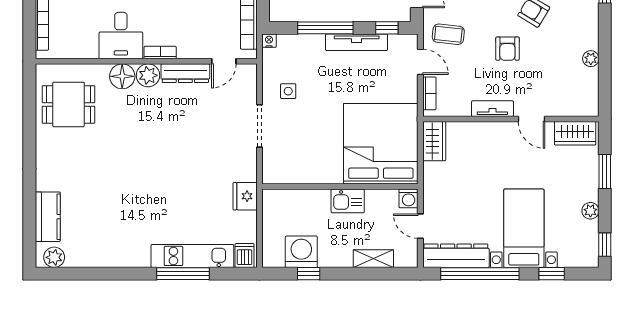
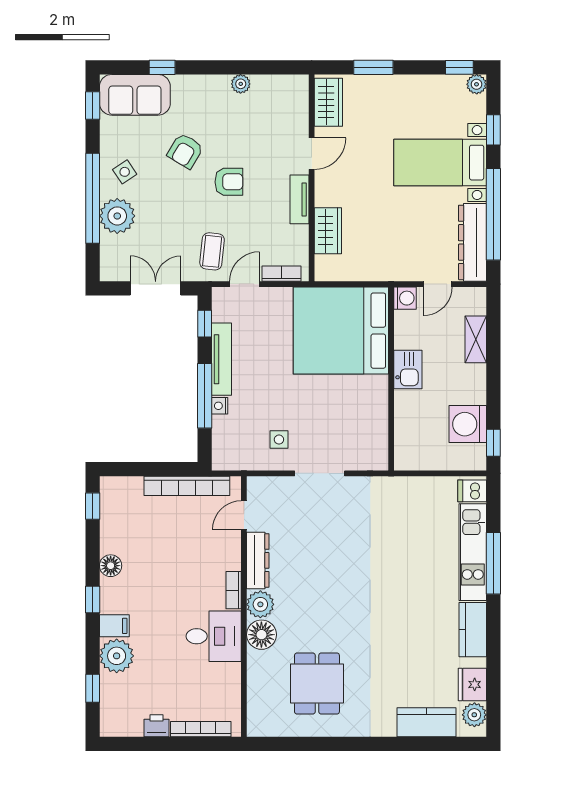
nightstand: (269, 41) -> (220, 406), moved
door: (224, 61) -> (244, 515), swing flipped
dining table: (69, 104) -> (317, 684), moved
wardrobe: (434, 141) -> (328, 231), moved, turned 90
fridge: (245, 196) -> (472, 684), moved, turned 90
plant: (590, 211) -> (477, 84), moved
kitchen counter: (127, 256) -> (473, 630), added
window: (309, 274) -> (493, 443), moved

